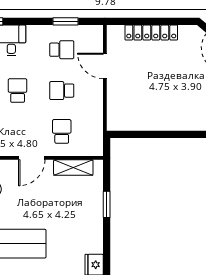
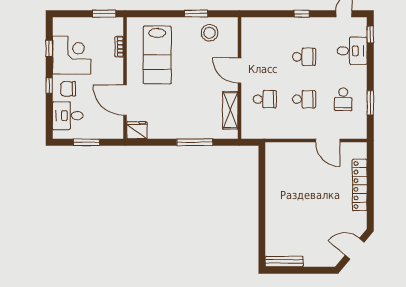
door: (105, 66) -> (328, 141), swing flipped
school desk: (62, 91) -> (304, 99), turned 90
window: (107, 204) -> (195, 142), width x1.44

